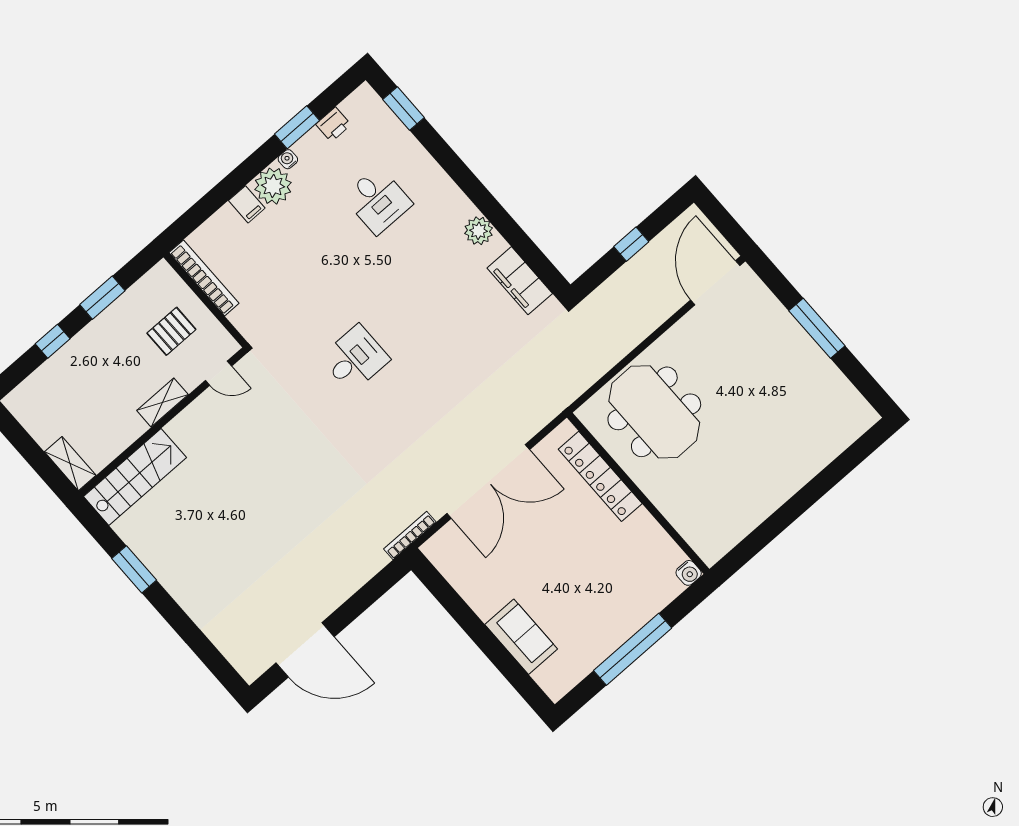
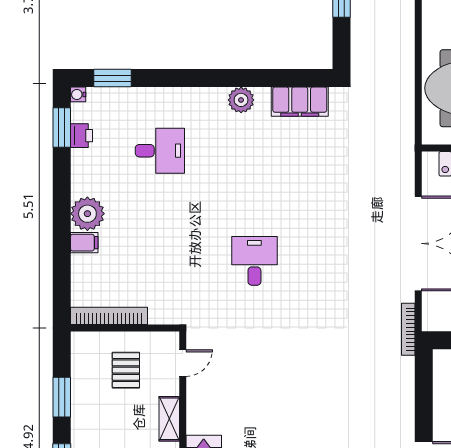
window: (297, 127) -> (62, 128), moved
water cooler: (288, 159) -> (78, 94), moved

